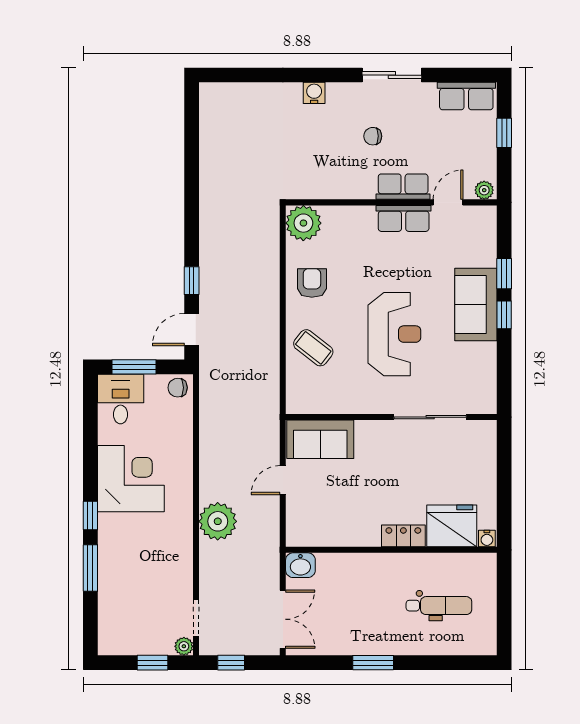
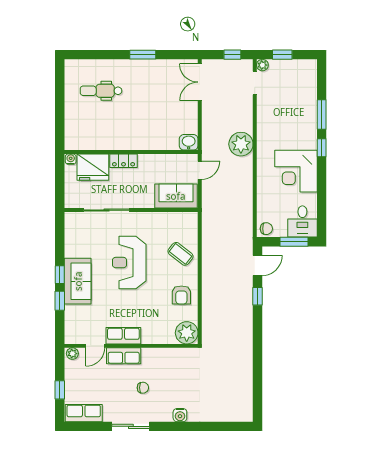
fridge: (452, 526) -> (93, 167), moved
locker: (403, 536) -> (124, 161), moved
water cooler: (487, 539) -> (71, 159), moved
wall: (391, 550) -> (131, 152), moved
washbasin: (300, 565) -> (189, 142), moved

